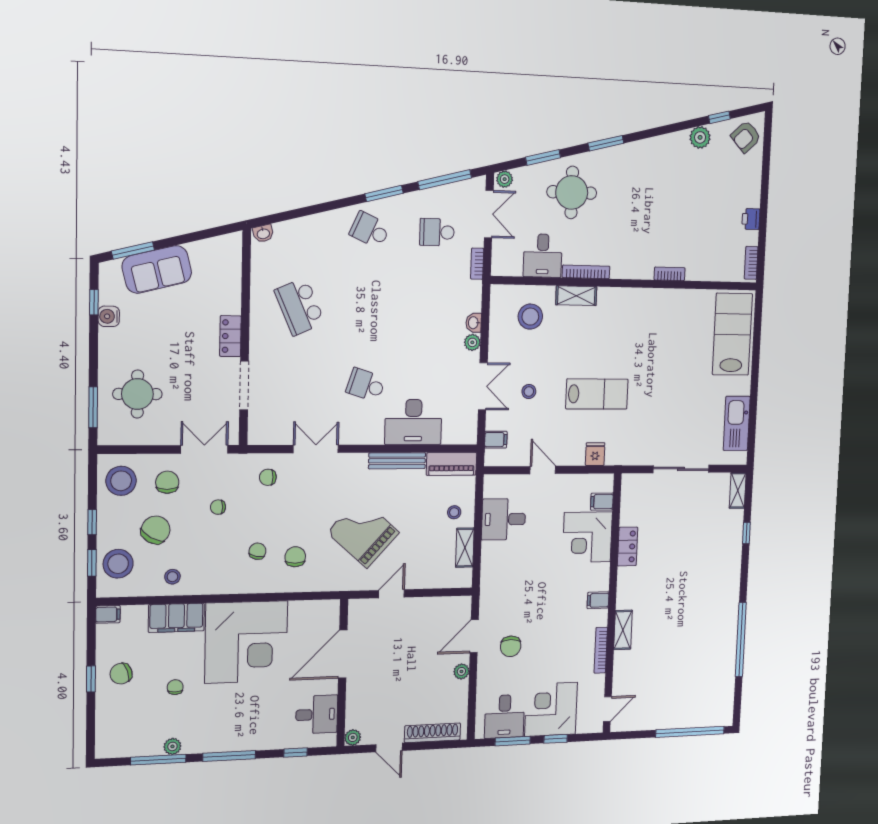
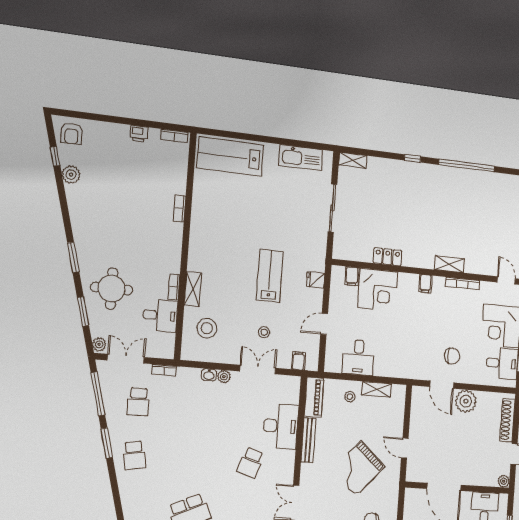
armchair: (746, 137) -> (72, 133), turned 43
school desk: (370, 230) -> (134, 455), turned -33
bookcase: (586, 272) -> (174, 287), width x0.64
window: (746, 533) -> (413, 158), moved
plant: (461, 671) -> (466, 401), width x1.87, depth x1.87

